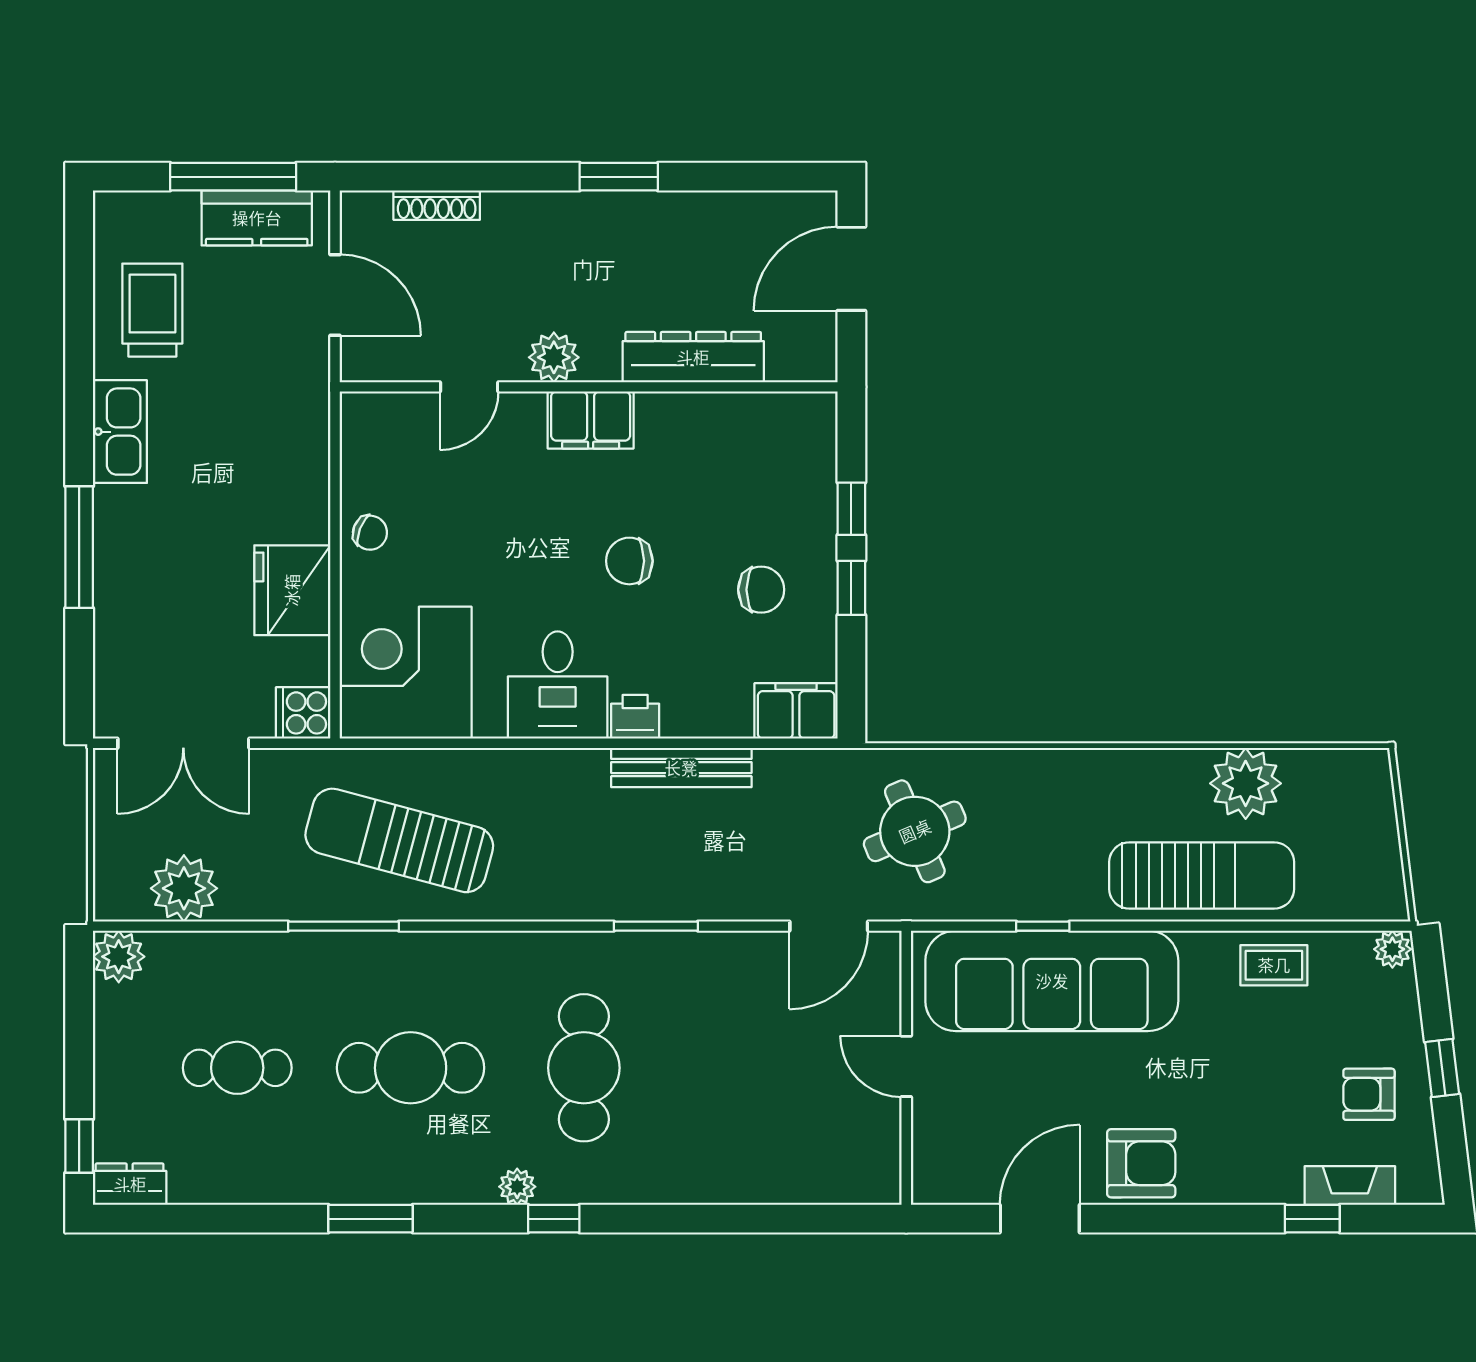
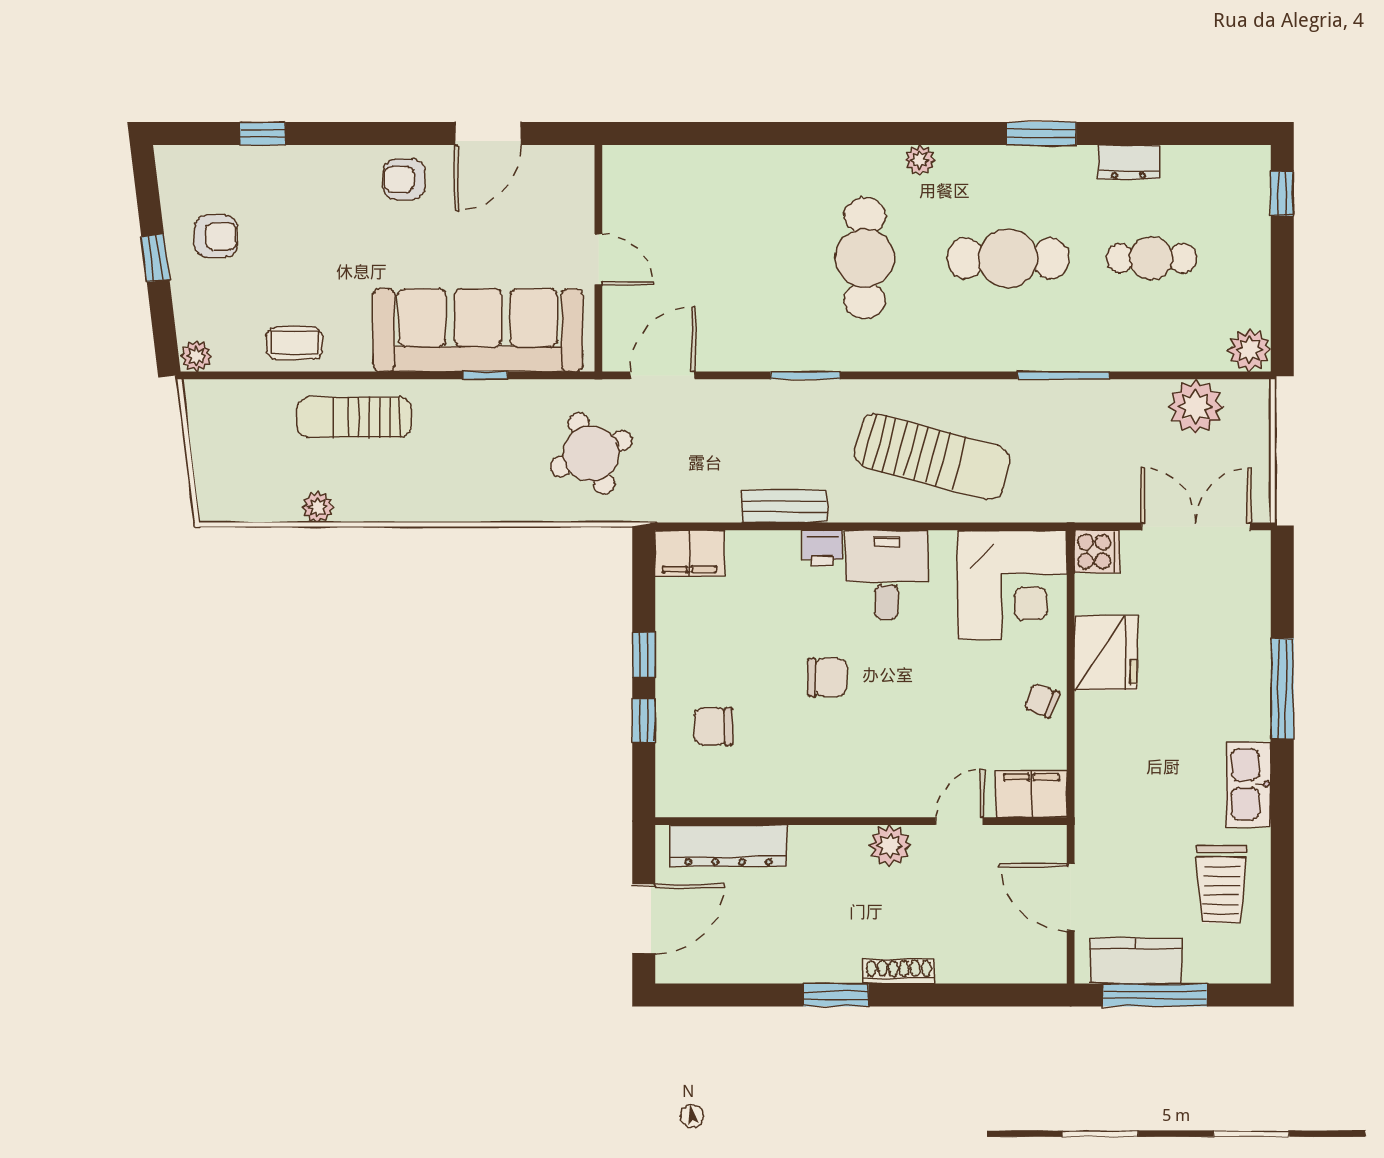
shoe rack: (437, 205) -> (899, 971), moved
dresser: (693, 357) -> (728, 846), moved
filing cabinet: (591, 420) -> (1031, 794), moved
chair: (761, 590) -> (713, 726), moved
bench: (681, 768) -> (784, 506), width x0.73
plant: (1246, 783) -> (318, 507), width x0.53, depth x0.53
sun lounger: (399, 840) -> (932, 456), moved
sun lounger: (1202, 875) -> (354, 417), width x0.73, depth x0.75
armchair: (1141, 1163) -> (404, 179), width x0.72, depth x0.72
dresser: (130, 1184) -> (1129, 162), moved
fireplace: (1350, 1186) -> (232, 161), removed
window: (554, 1219) -> (890, 134), removed

